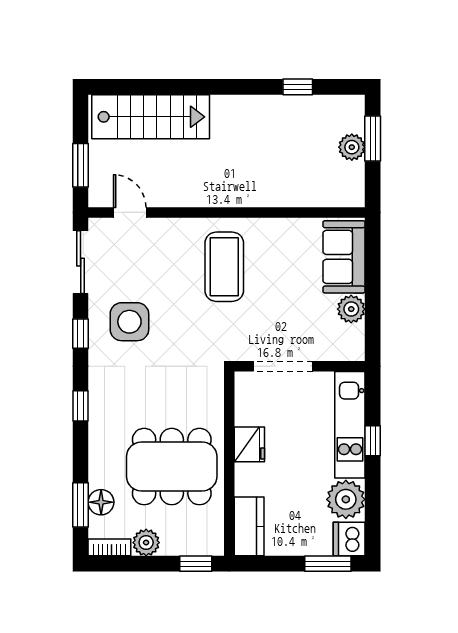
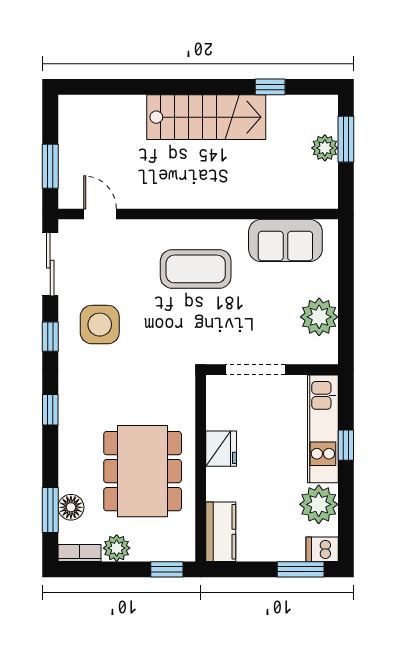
stairs: (151, 117) -> (206, 117), moved
sofa: (344, 257) -> (285, 240), moved, turned -90
coffee table: (224, 267) -> (196, 269), turned 90
plant: (351, 309) -> (319, 317), width x1.36, depth x1.36
dining table: (172, 467) -> (143, 471), turned 90
dishwasher: (349, 539) -> (322, 549), width x0.73

